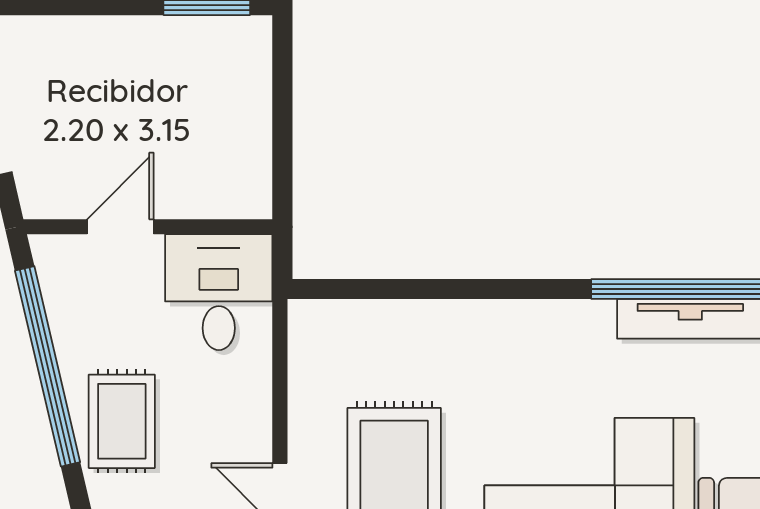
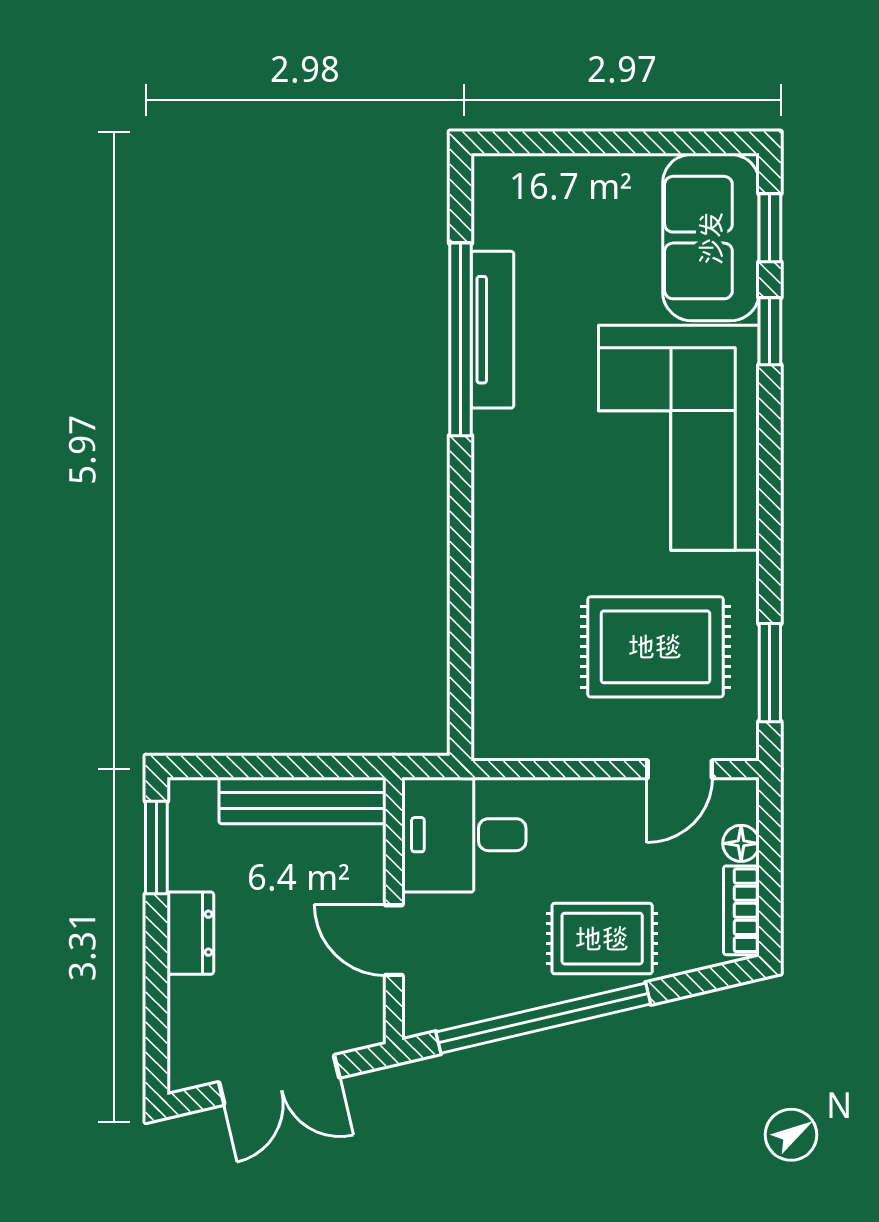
dresser: (127, 37) -> (190, 933), added
bench: (251, 141) -> (302, 801), added

